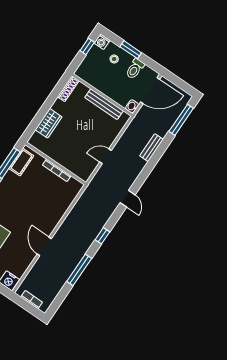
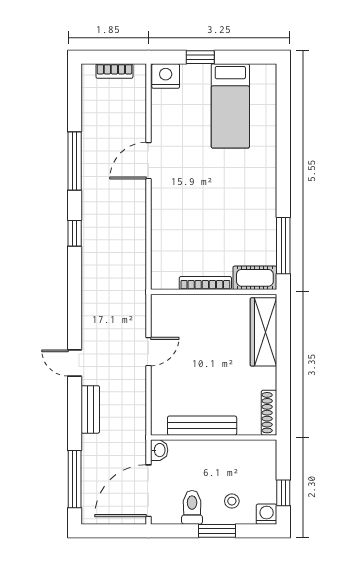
wardrobe: (49, 123) -> (264, 332), width x1.50
cot: (21, 162) -> (255, 278), moved, turned 90
door: (128, 199) -> (75, 363), moved
door: (44, 246) -> (149, 161), swing flipped

